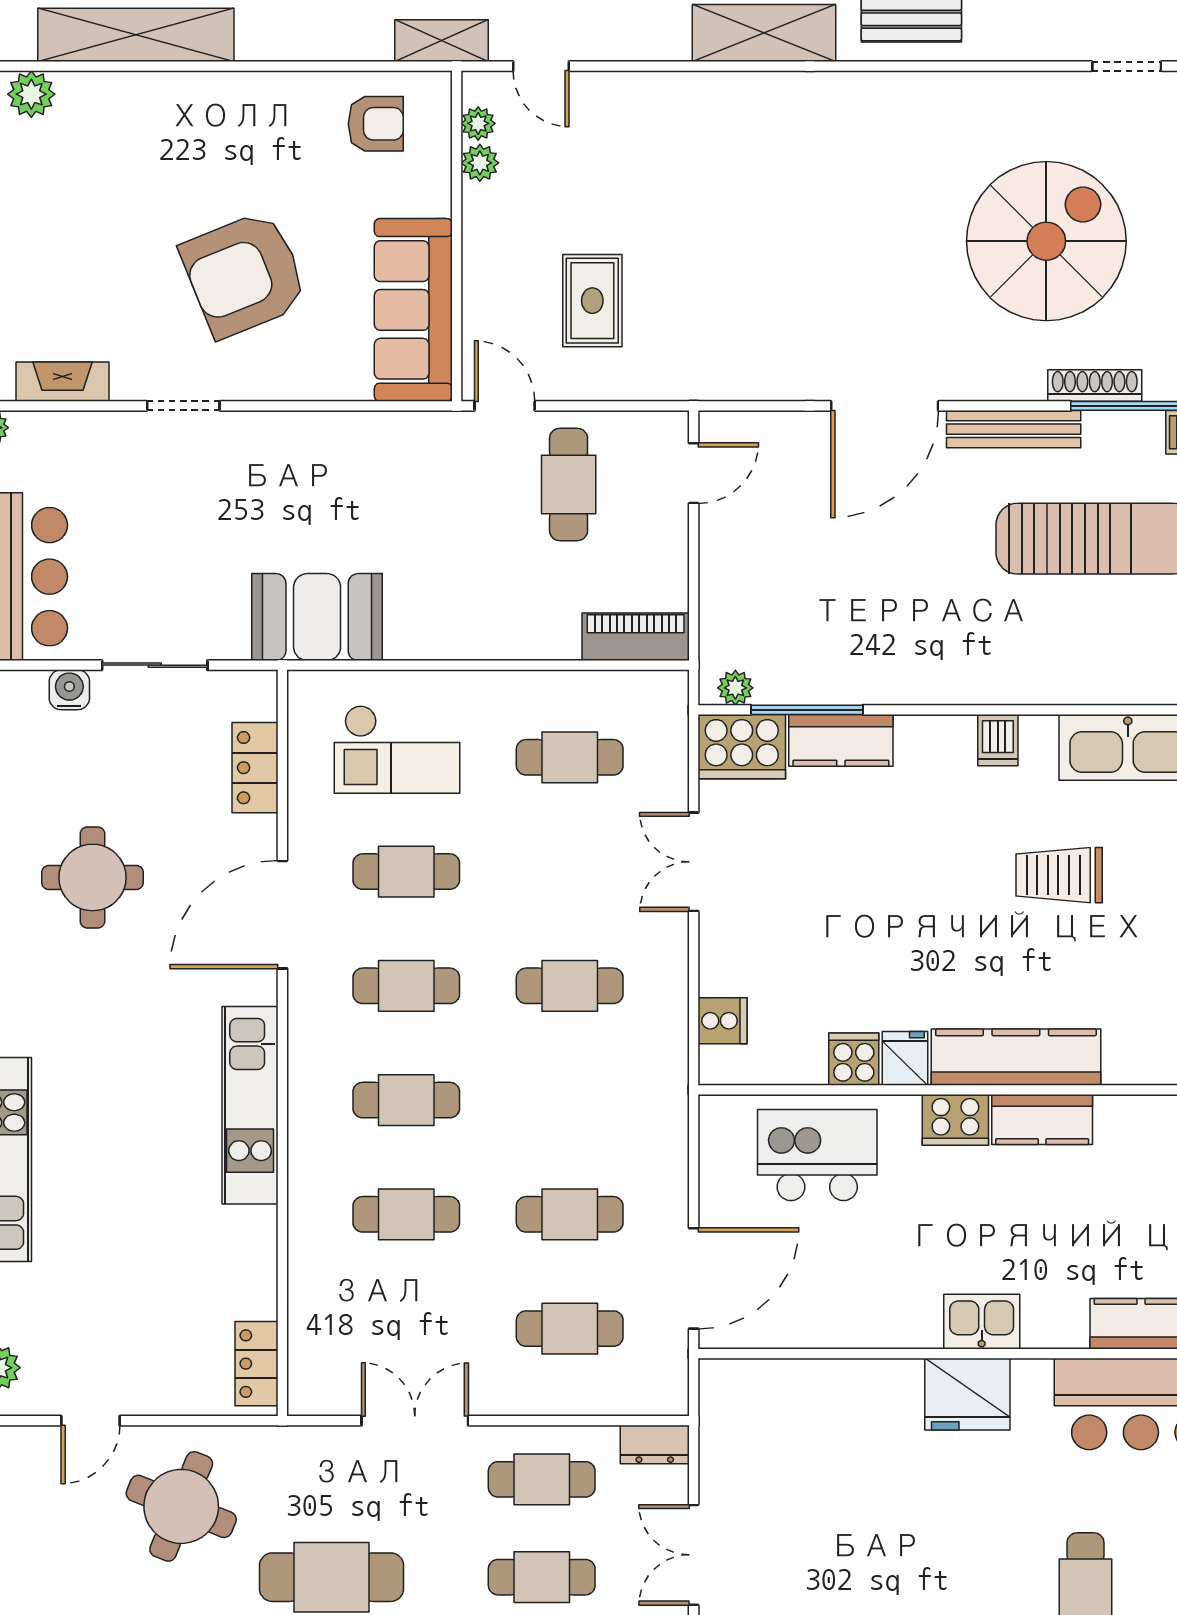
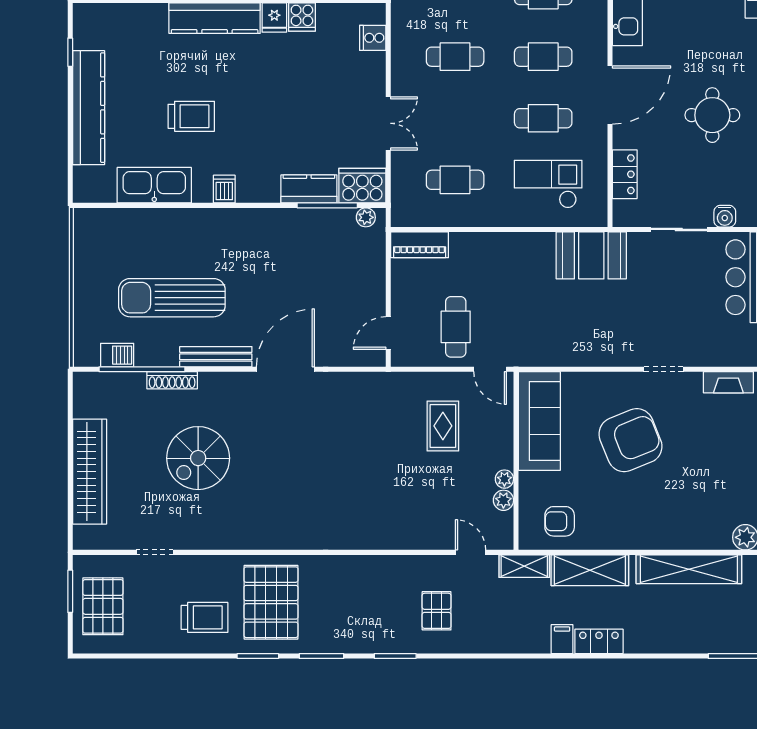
shelving: (764, 33) -> (590, 570), moved
plant: (478, 123) -> (504, 479), moved
spiral stairs: (1046, 241) -> (198, 458), width x0.73, depth x0.73

